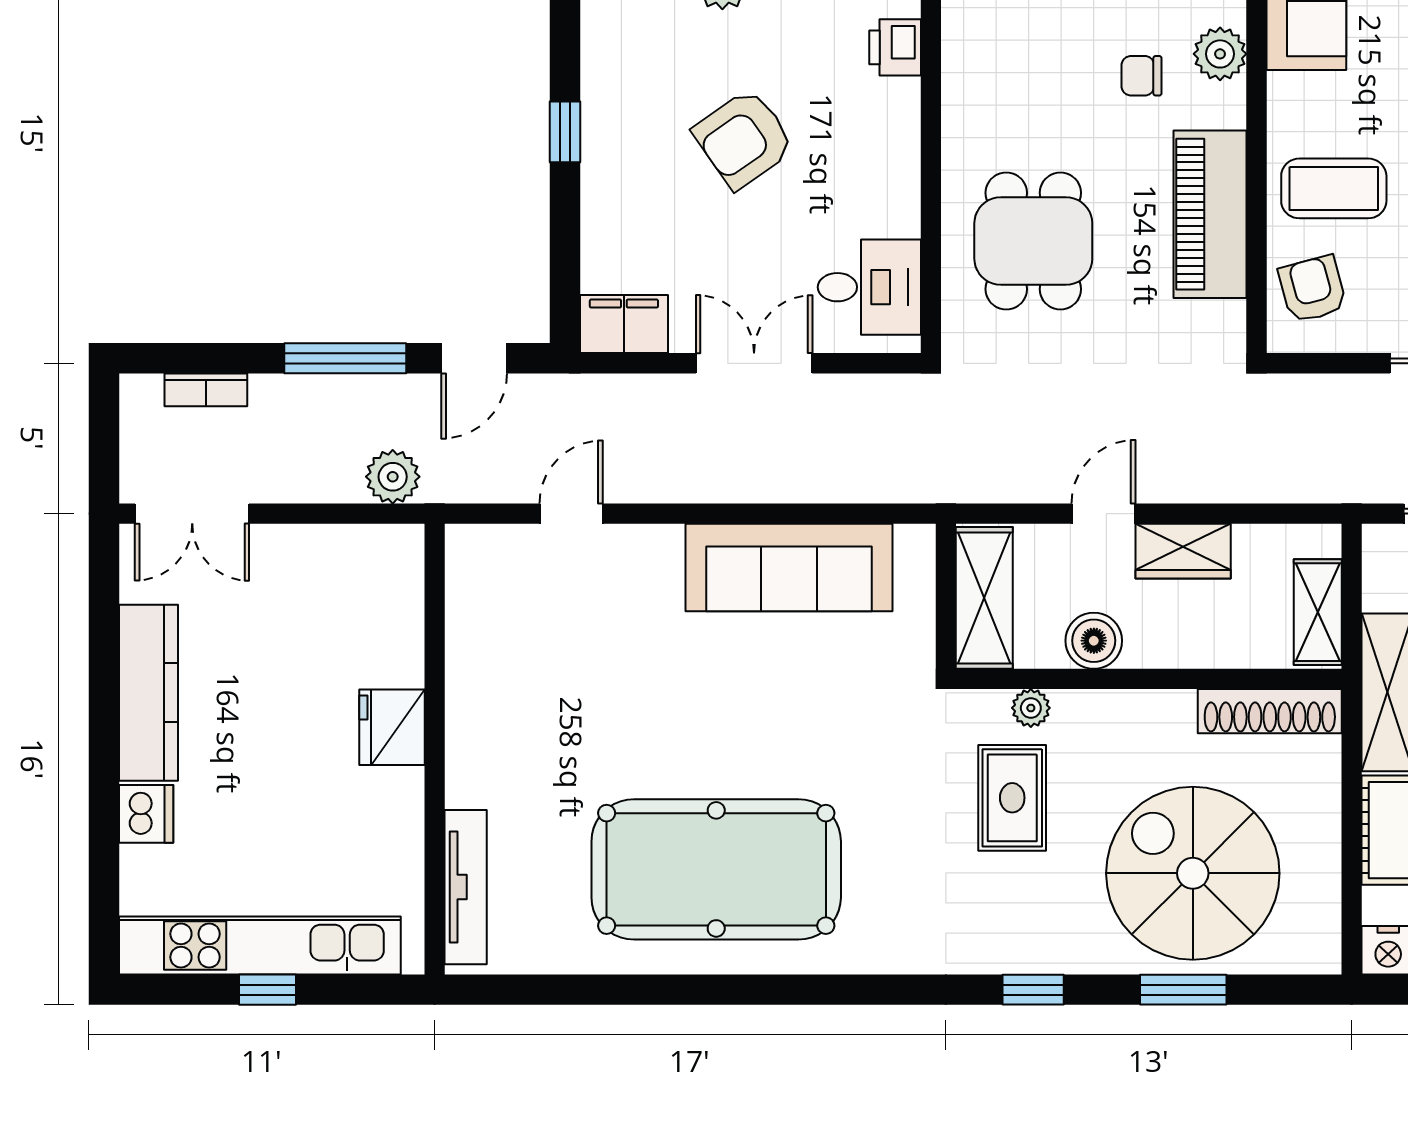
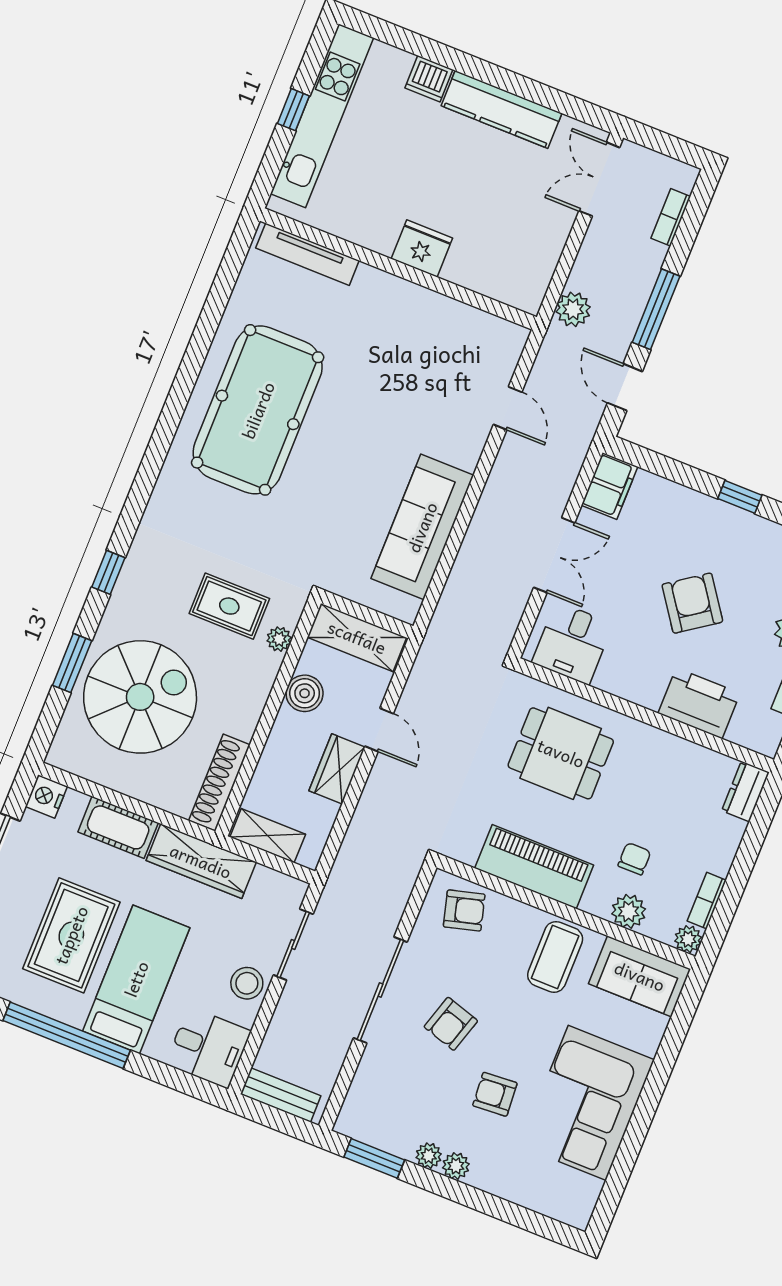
printer: (895, 47) -> (699, 703), width x1.87, depth x1.48
coffee table: (1334, 188) -> (555, 957), moved

